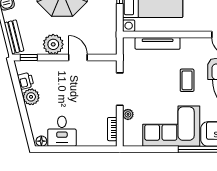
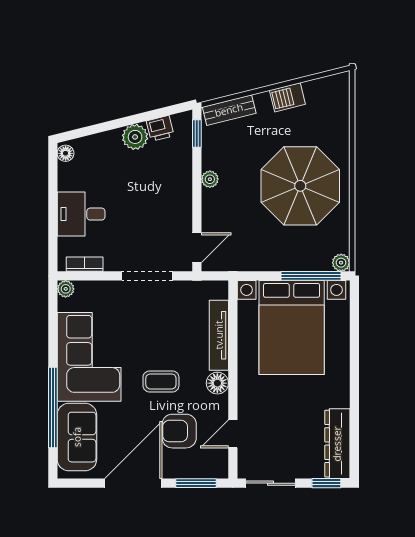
plant: (53, 44) -> (210, 179), width x0.53, depth x0.53
floor lamp: (188, 44) -> (217, 383), added
door: (78, 57) -> (197, 248), moved
plant: (128, 114) -> (66, 289), moved
desk: (62, 131) -> (81, 214), moved

